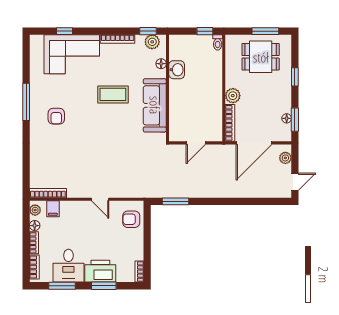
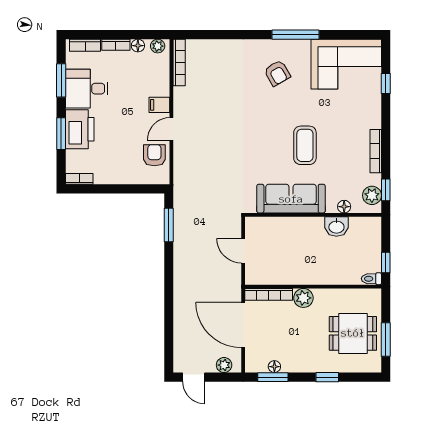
corner sofa: (72, 54) -> (346, 64), moved, turned -90
dining table: (261, 57) -> (353, 333), turned 90
armchair: (56, 116) -> (277, 73), turned -120
filing cabinet: (53, 209) -> (159, 105), moved
armchair: (131, 219) -> (154, 155), moved

